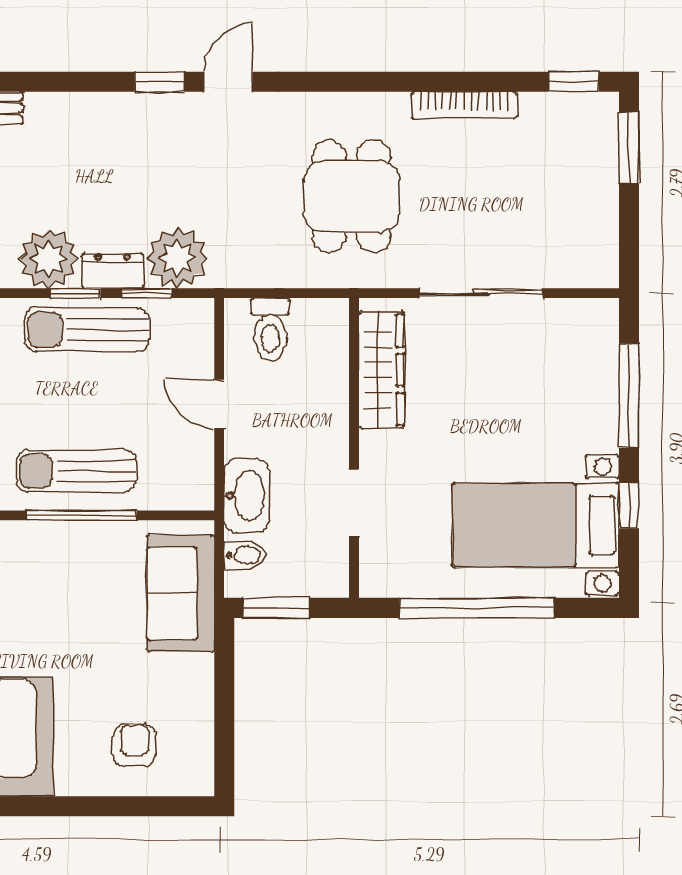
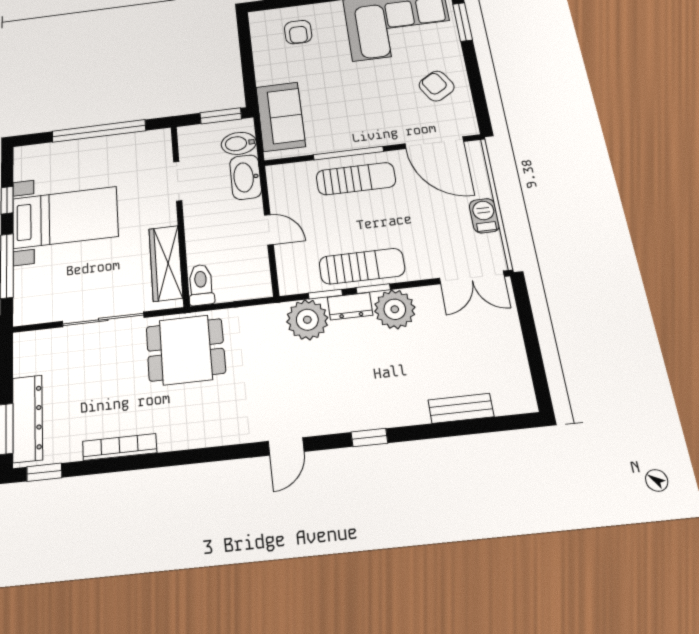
window: (159, 82) -> (369, 438), moved
dresser: (597, 159) -> (27, 418), added
dining table: (351, 196) -> (186, 350), moved, turned 90
toilet: (270, 329) -> (201, 285), moved
bed with nightstands: (536, 525) -> (65, 217), moved
bidet: (244, 555) -> (239, 143), width x1.38, depth x1.36

